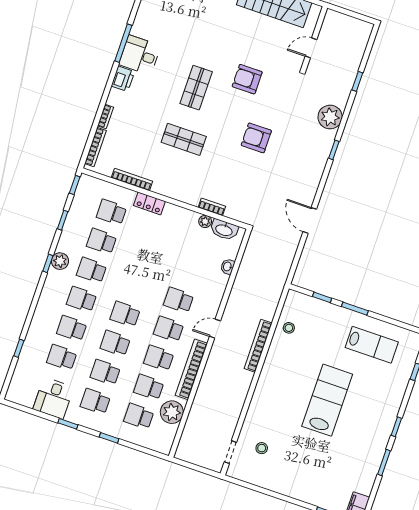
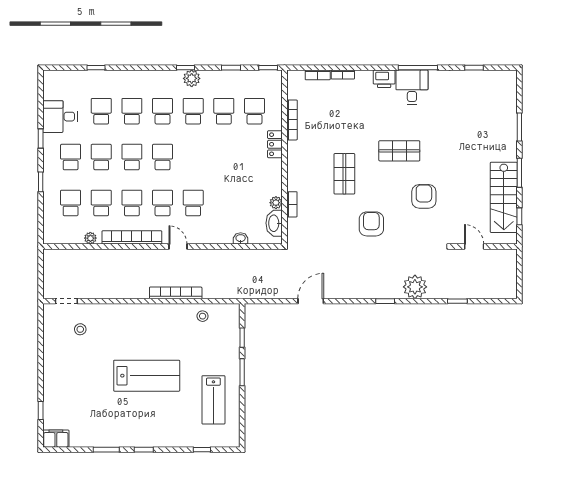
shop shelf: (184, 139) -> (344, 174), moved
bookcase: (95, 147) -> (318, 75), width x0.64
plant: (172, 412) -> (90, 238), width x0.53, depth x0.53

